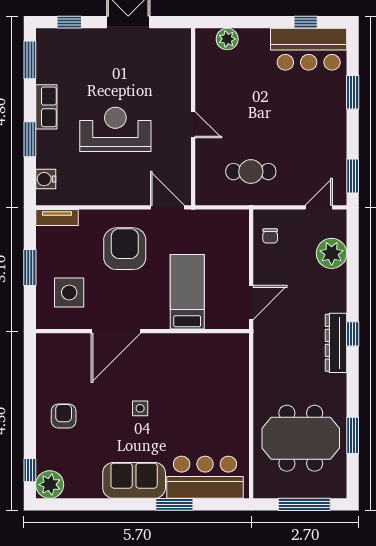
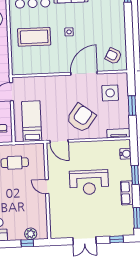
window: (234, 22) -> (27, 243), added
armchair: (125, 249) -> (81, 118), turned -143
bed: (187, 292) -> (32, 121), moved, turned 180
coffee table: (205, 402) -> (34, 37), added
armchair: (64, 416) -> (113, 56), moved, turned 119

